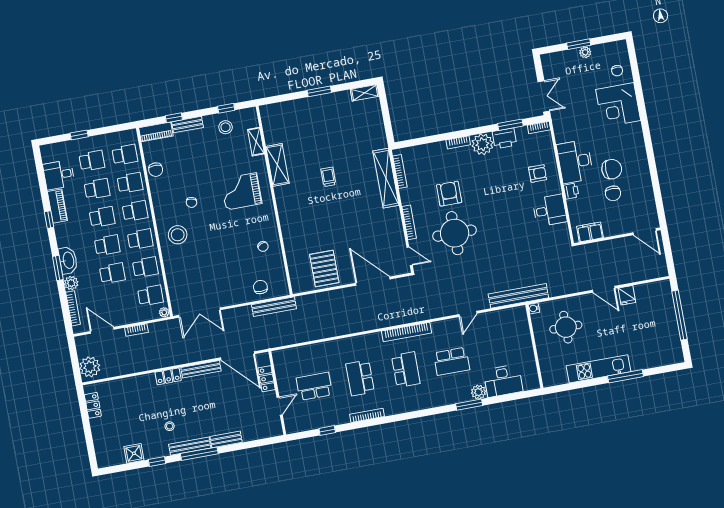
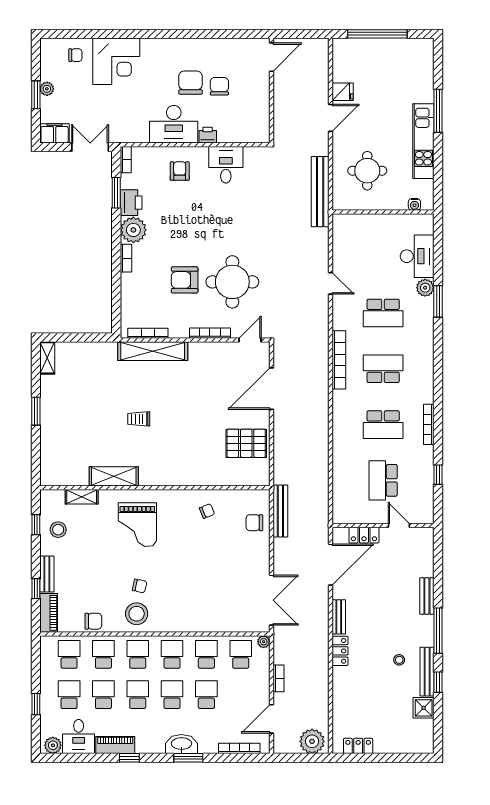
chair: (613, 193) -> (219, 86), turned -90
filing cabinet: (590, 232) -> (55, 133), moved, turned 90
stool: (178, 235) -> (137, 614), moved
plant: (71, 283) -> (53, 745), moved
bench: (518, 296) -> (320, 192), moved
water cooler: (534, 308) -> (414, 204), moved
school desk: (452, 361) -> (383, 313), turned 90
bench: (201, 369) -> (339, 617), width x0.73
bench: (190, 446) -> (427, 672), moved

